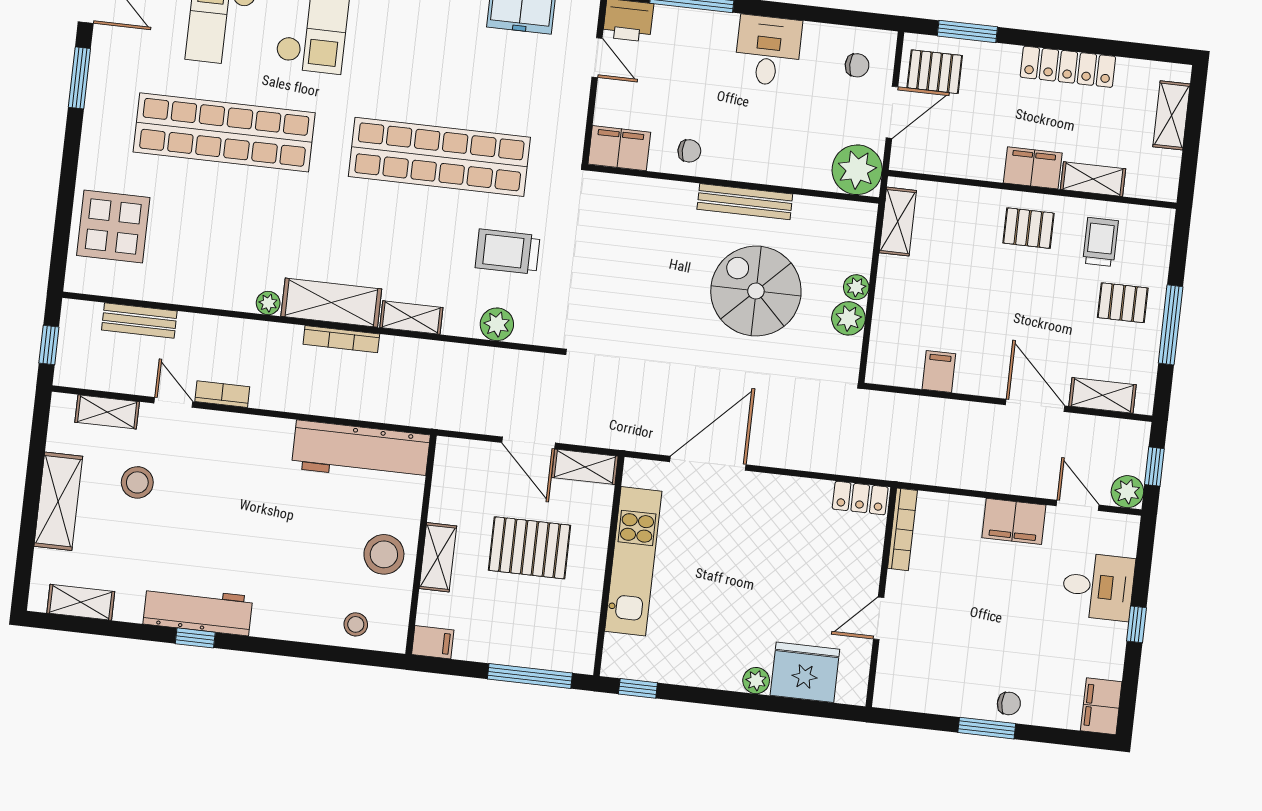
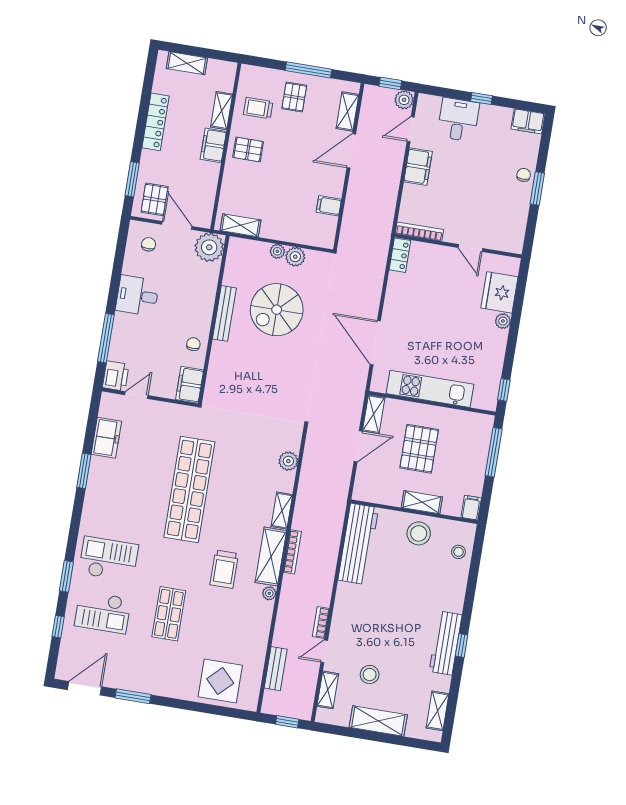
shop shelf: (224, 132) -> (169, 614), width x0.50, depth x0.74
pallet: (1029, 228) -> (248, 150), turned 90
trolley: (508, 252) -> (224, 569), moved

